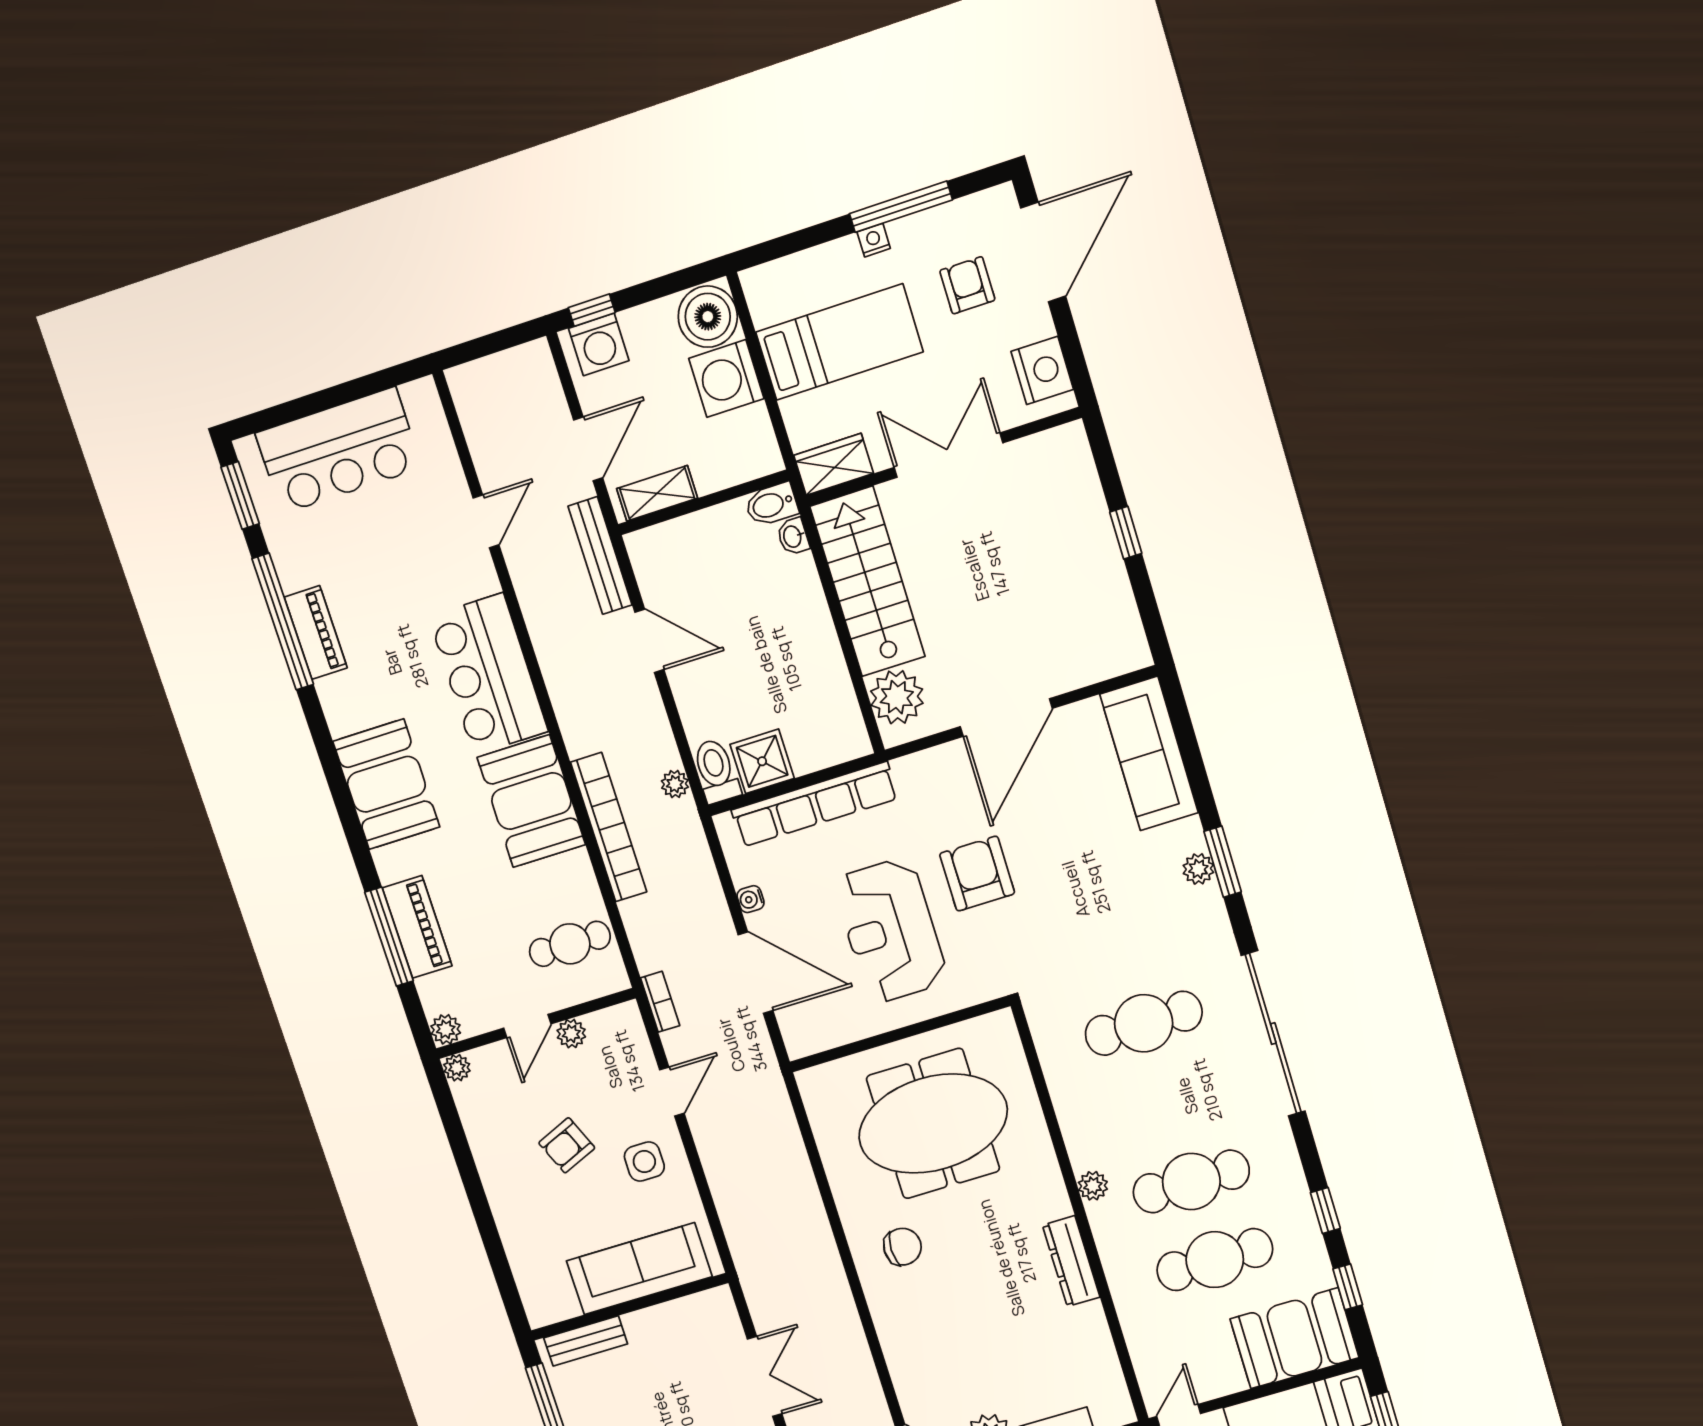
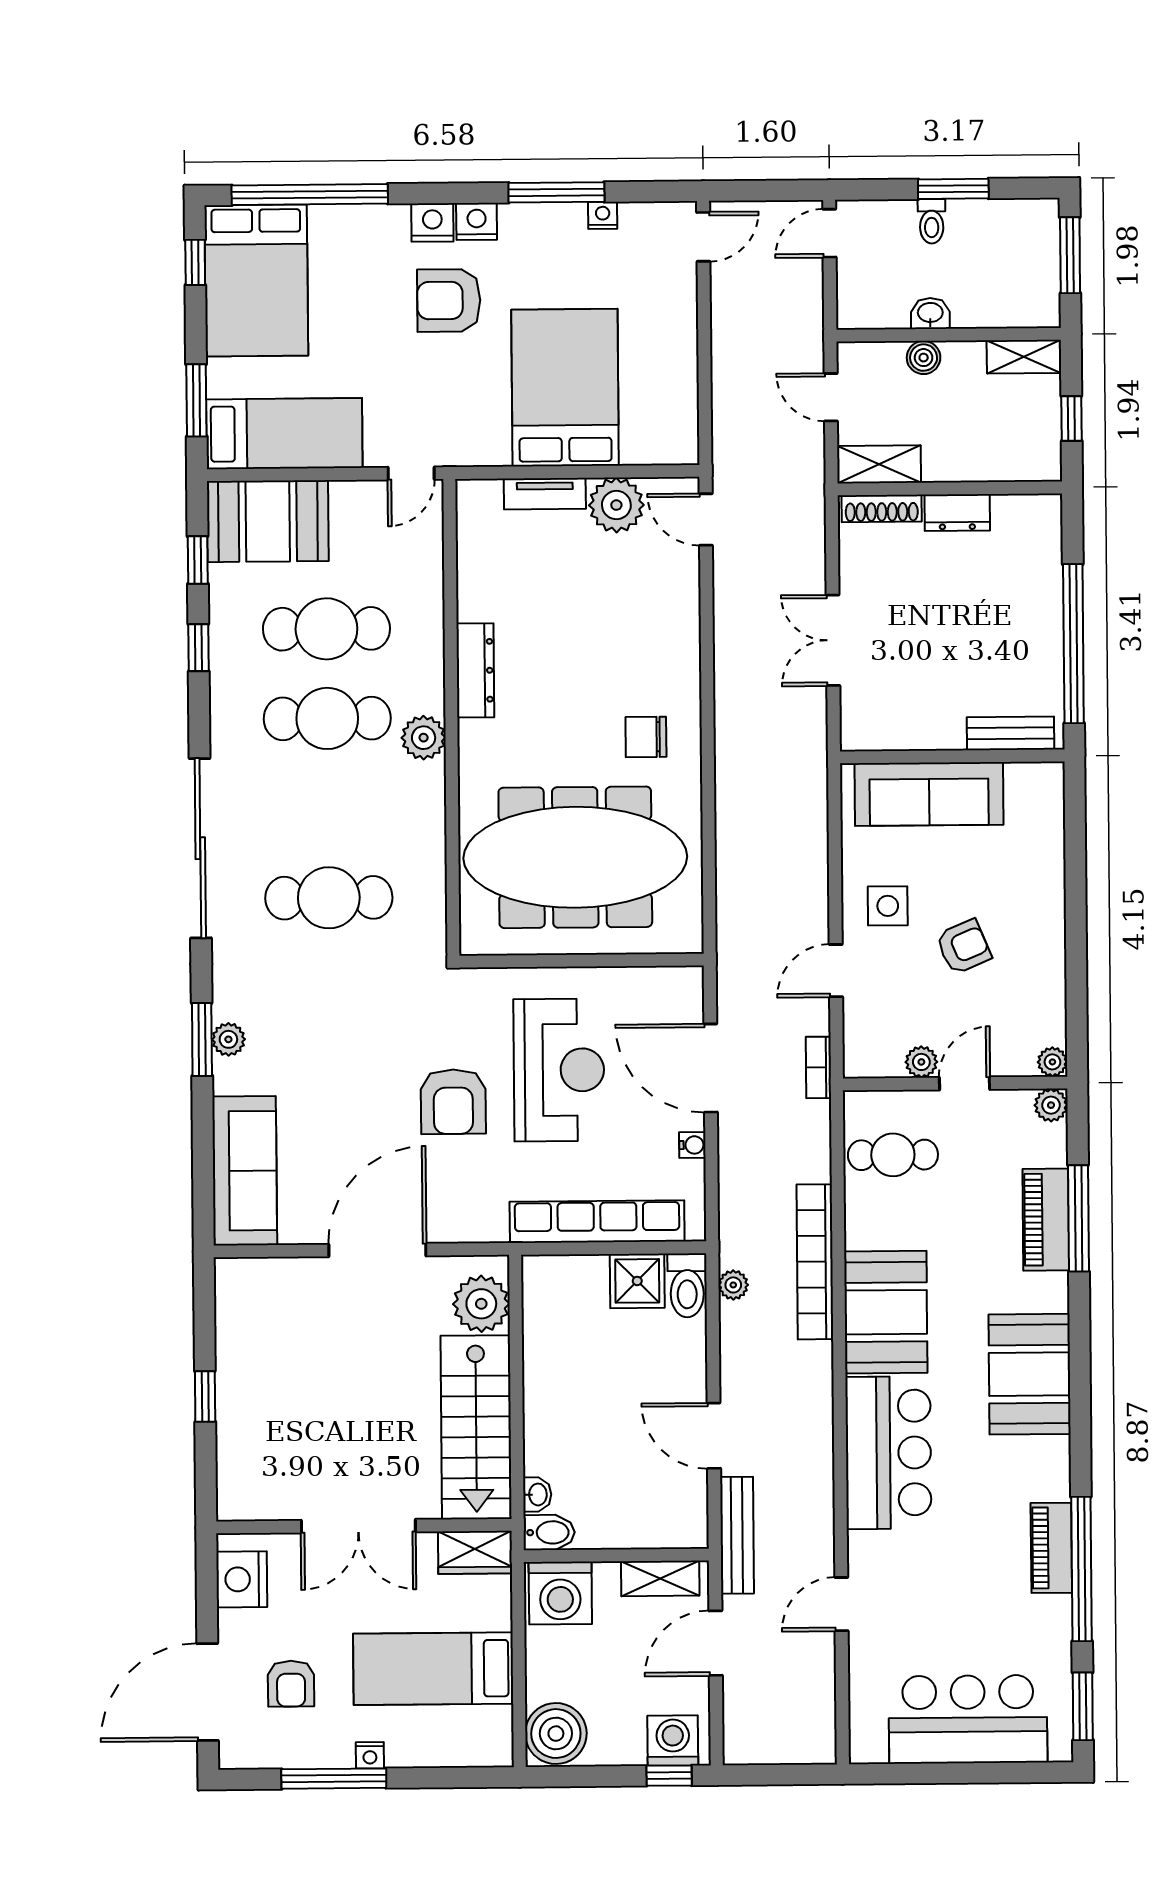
washing machine: (726, 379) -> (560, 1593), moved, turned 90
meeting table: (933, 1124) -> (575, 857), width x1.36
plant: (1093, 1186) -> (424, 738), width x1.38, depth x1.38

